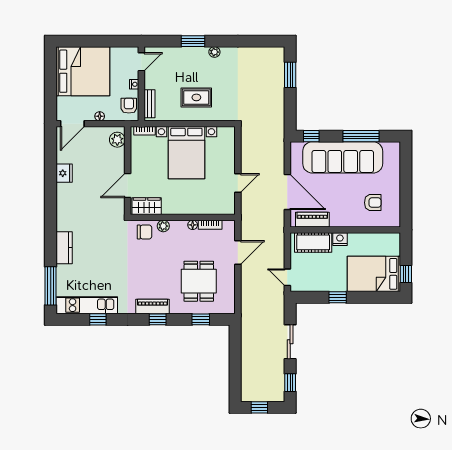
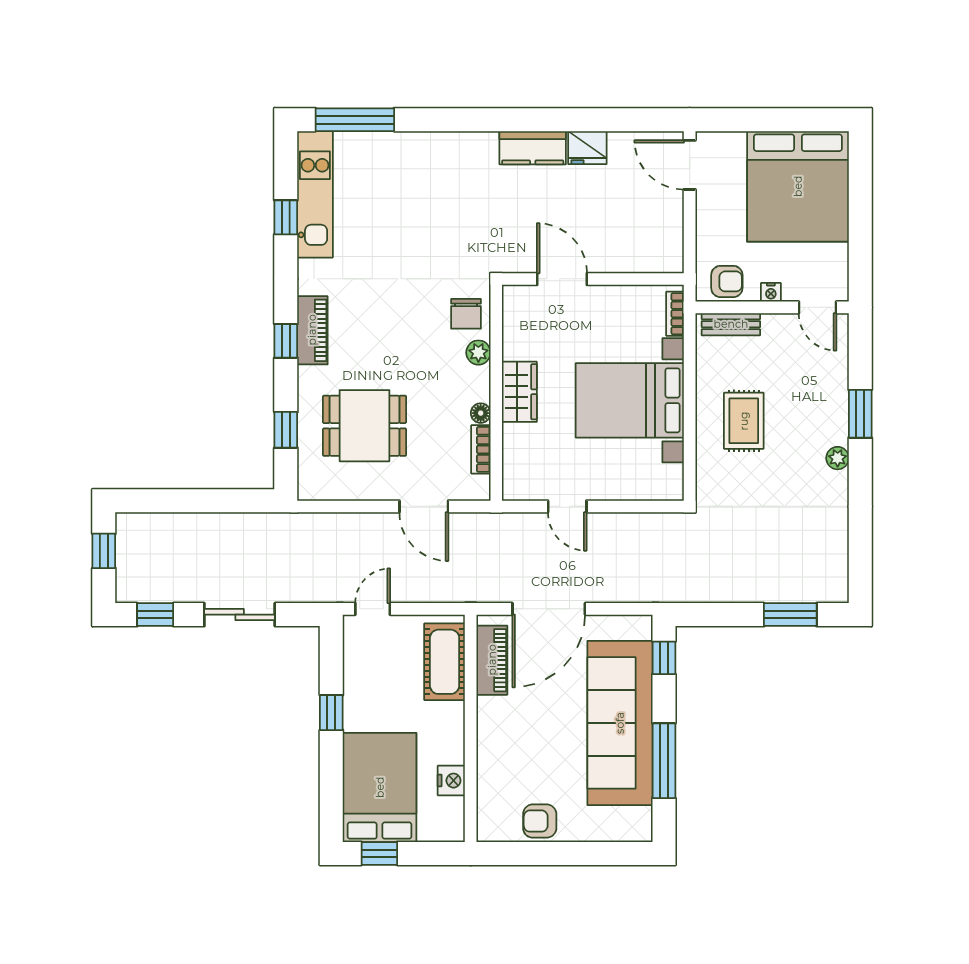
floor lamp: (100, 116) -> (705, 221), removed
plant: (117, 140) -> (657, 258), removed
armchair: (373, 203) -> (540, 821), moved, turned 90
wardrobe: (147, 206) -> (519, 392), moved
nightstand: (340, 239) -> (451, 781), moved
kitchen counter: (64, 248) -> (533, 148), moved

